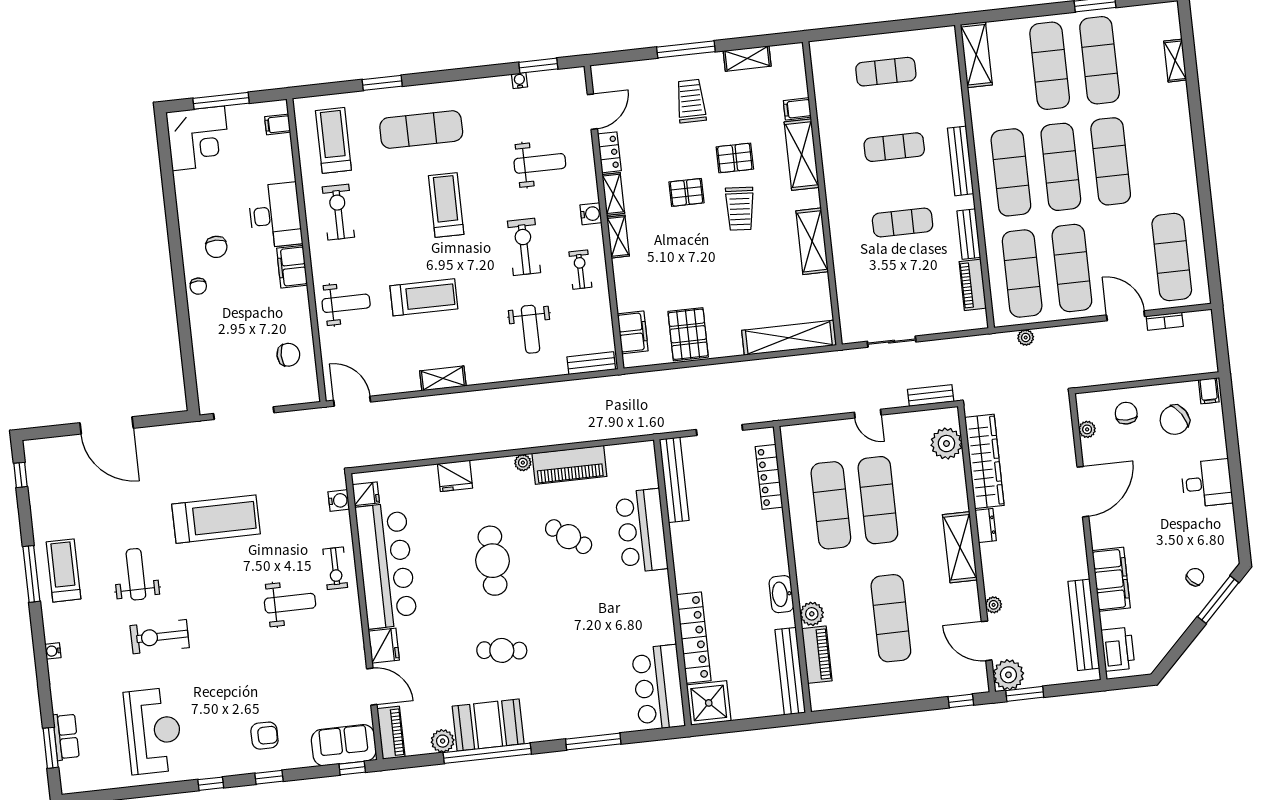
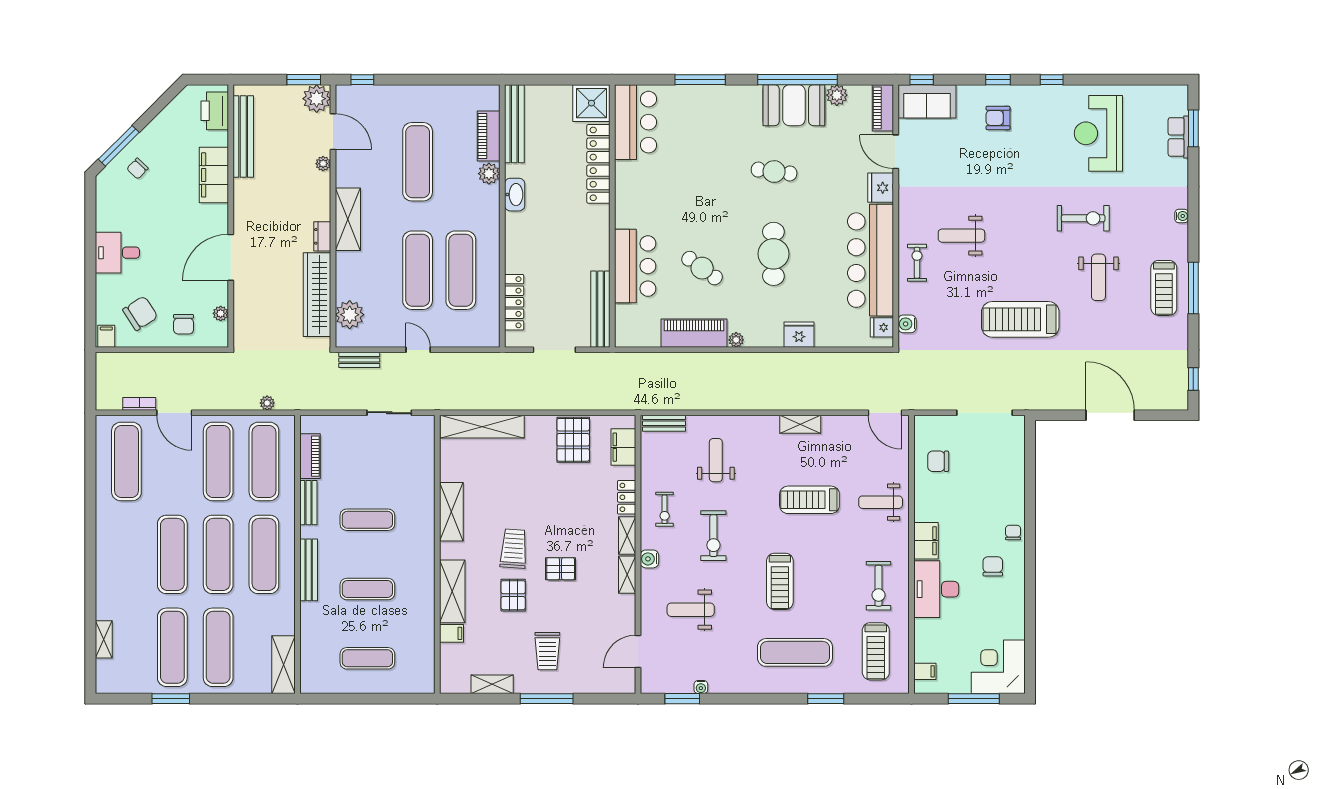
locker: (609, 152) -> (627, 497), moved
pallet: (735, 158) -> (513, 595), turned 90

